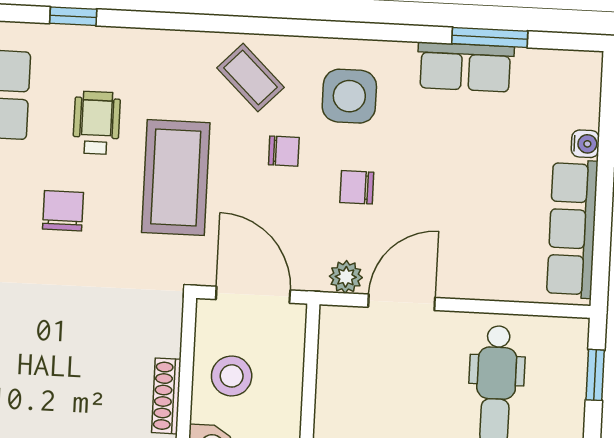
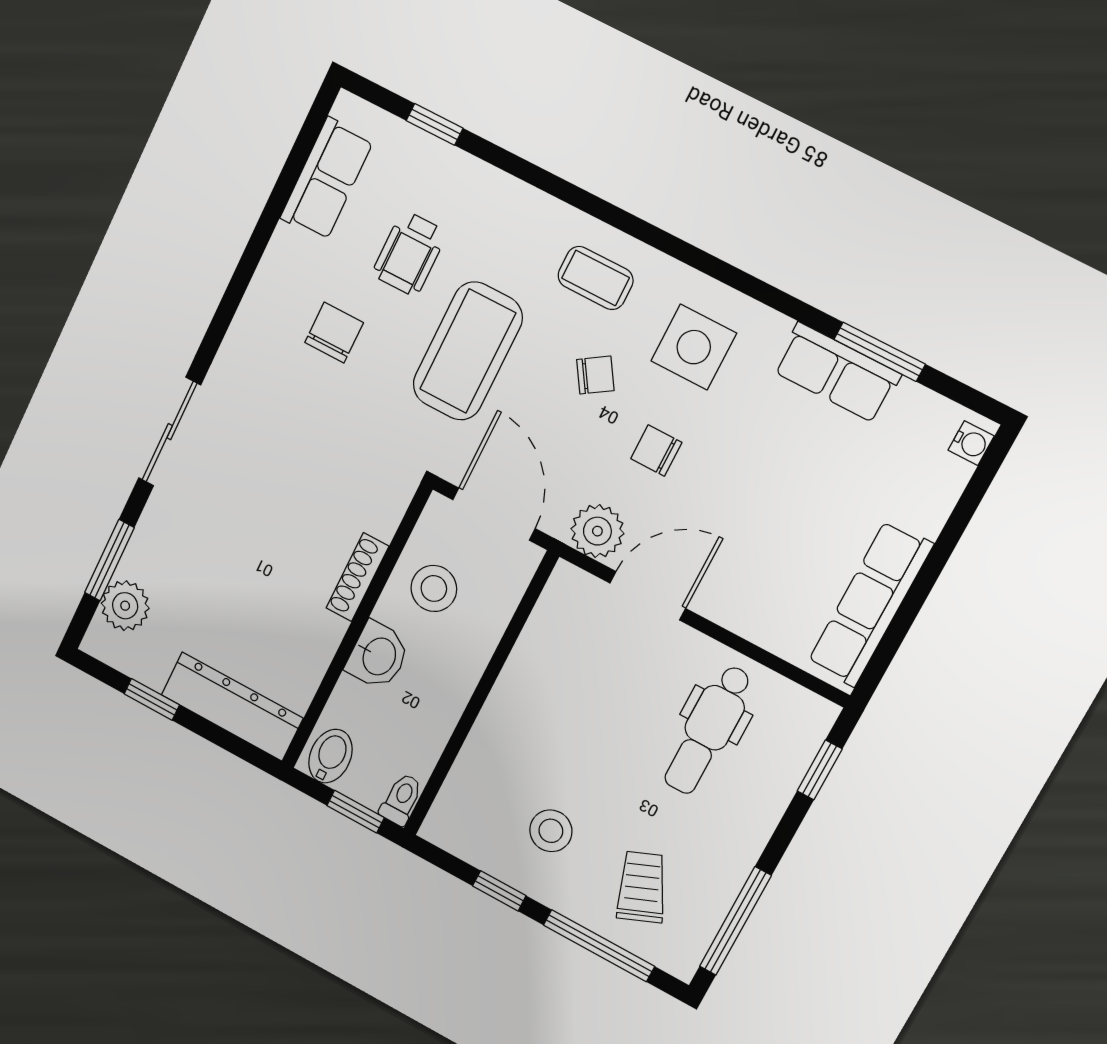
coffee table: (251, 78) -> (596, 278), turned -44
wheelchair: (97, 123) -> (409, 253), turned 180
water cooler: (585, 144) -> (971, 443), moved
chair: (284, 151) -> (595, 375), turned -33
plant: (346, 277) -> (597, 531), width x1.38, depth x1.38

